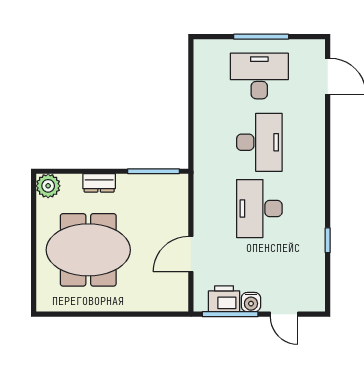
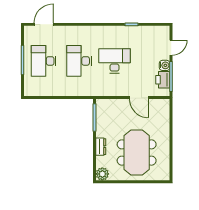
desk: (259, 142) -> (79, 61), turned -90
desk: (259, 209) -> (114, 61), turned 180

